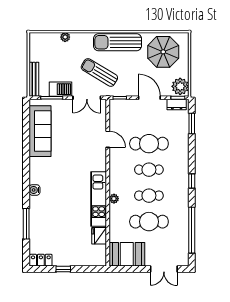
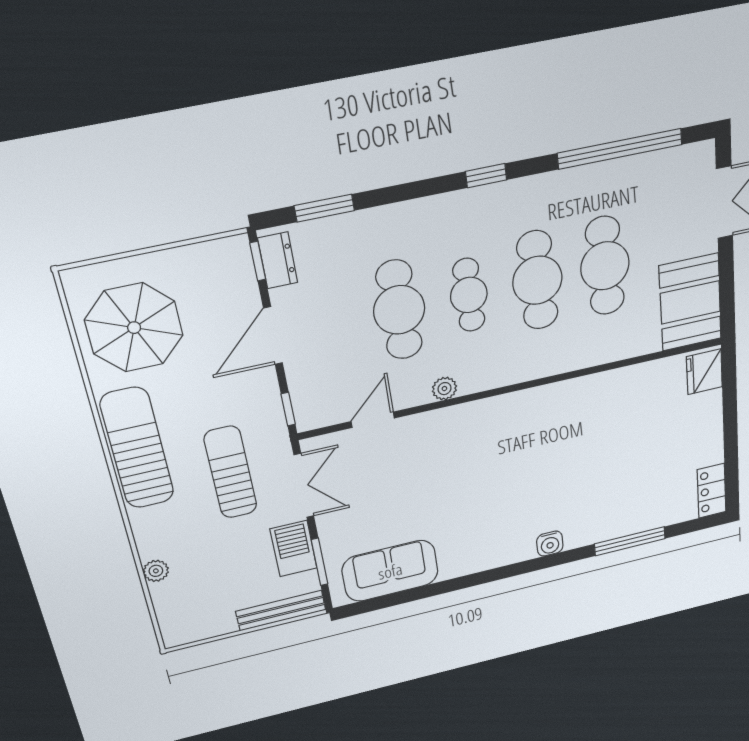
sun lounger: (117, 42) -> (137, 448), turned 180
sun lounger: (99, 72) -> (231, 472), turned 149
plant: (180, 86) -> (224, 261), removed
sofa: (40, 131) -> (390, 571), width x0.73
door: (108, 139) -> (373, 420), moved
cafe table: (149, 196) -> (537, 280), width x1.37, depth x1.35
kitchen unit: (99, 199) -> (558, 400), removed
plant: (114, 199) -> (444, 389), moved
fridge: (99, 236) -> (704, 372), moved, turned 90
window: (63, 269) -> (731, 439), removed

